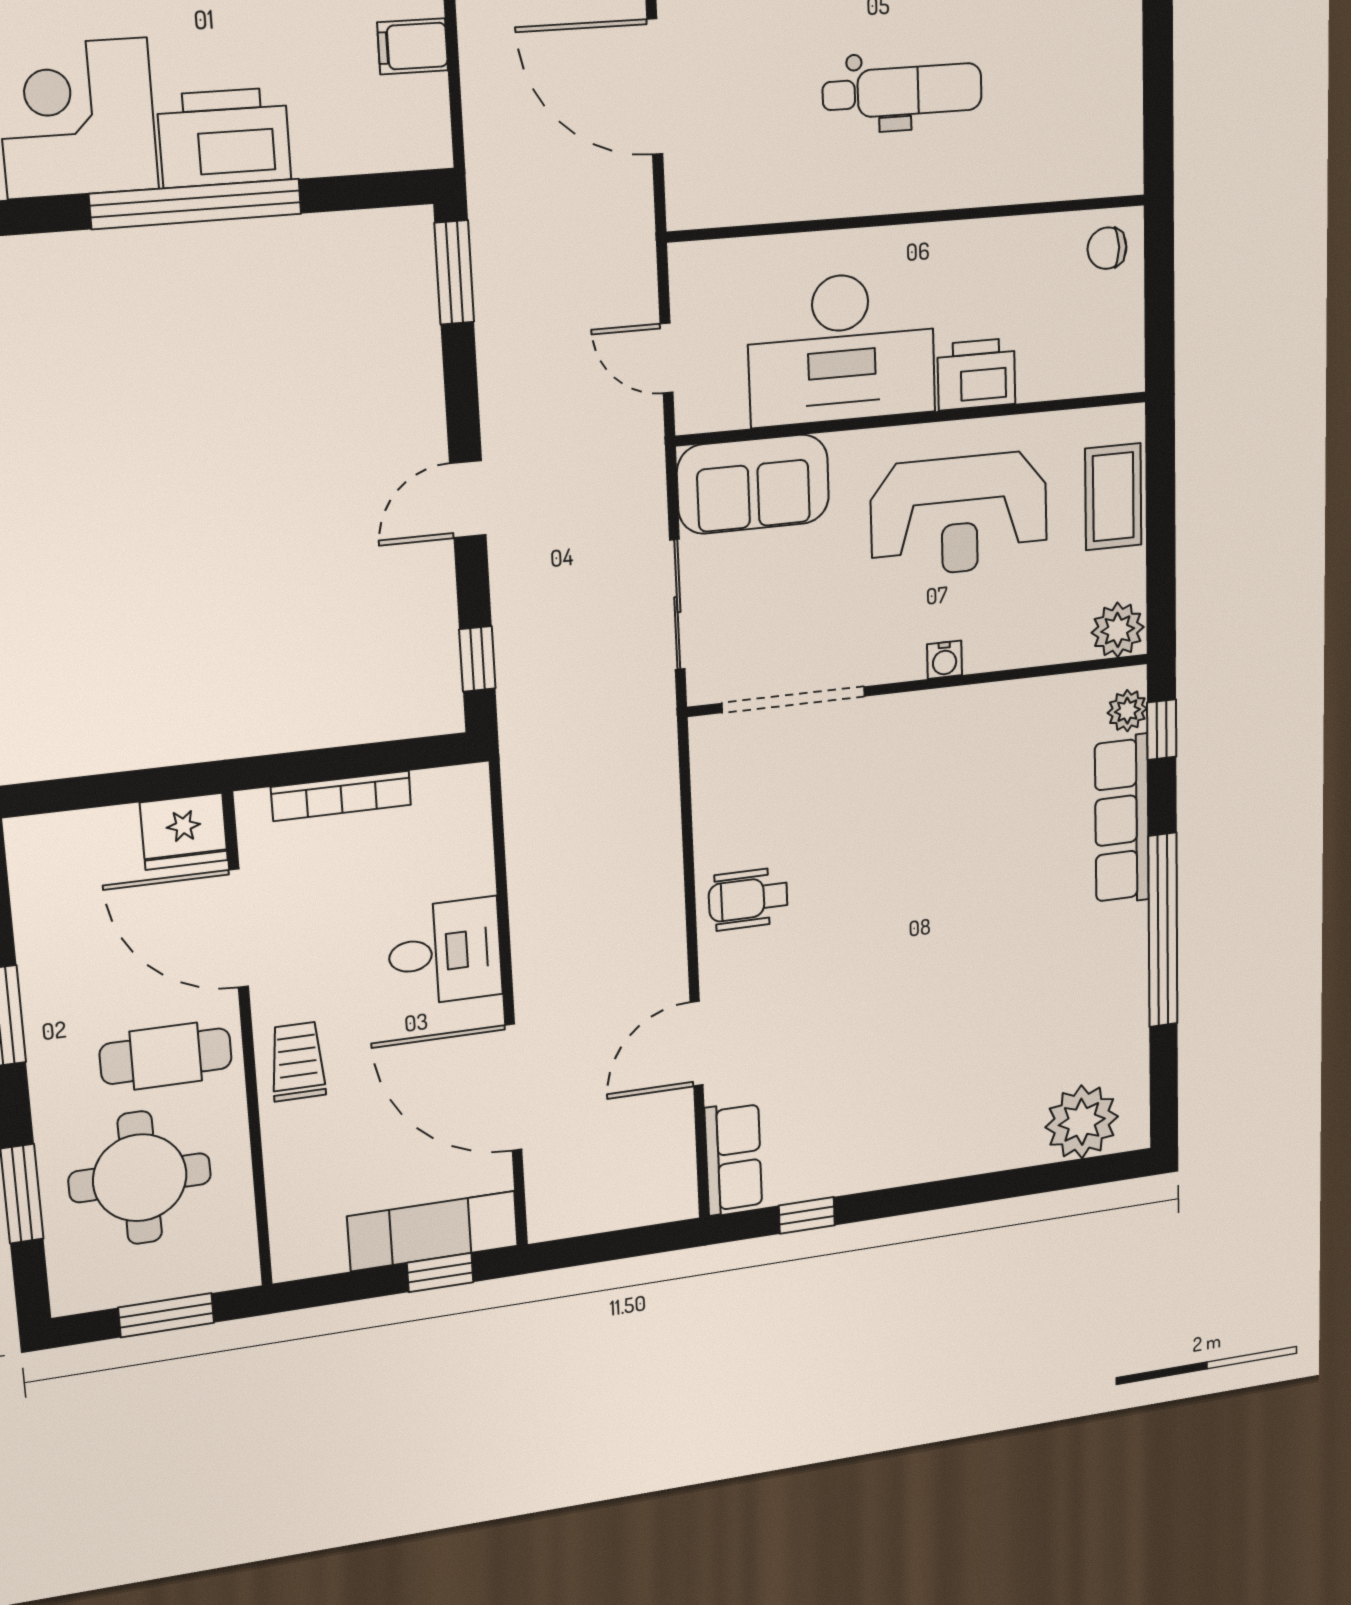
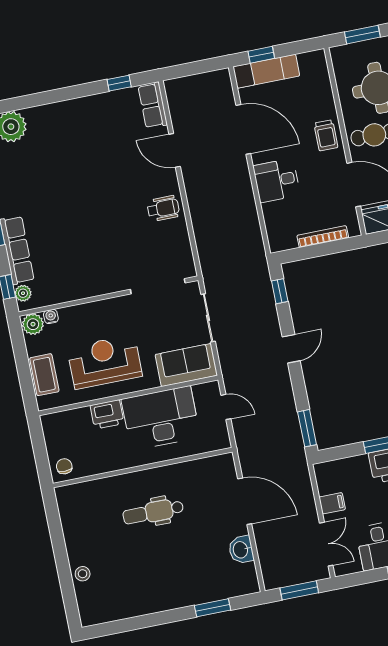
chair: (1107, 248) -> (64, 466), turned -90
water cooler: (945, 660) -> (51, 317), moved
door: (697, 1044) -> (175, 150), swing flipped

